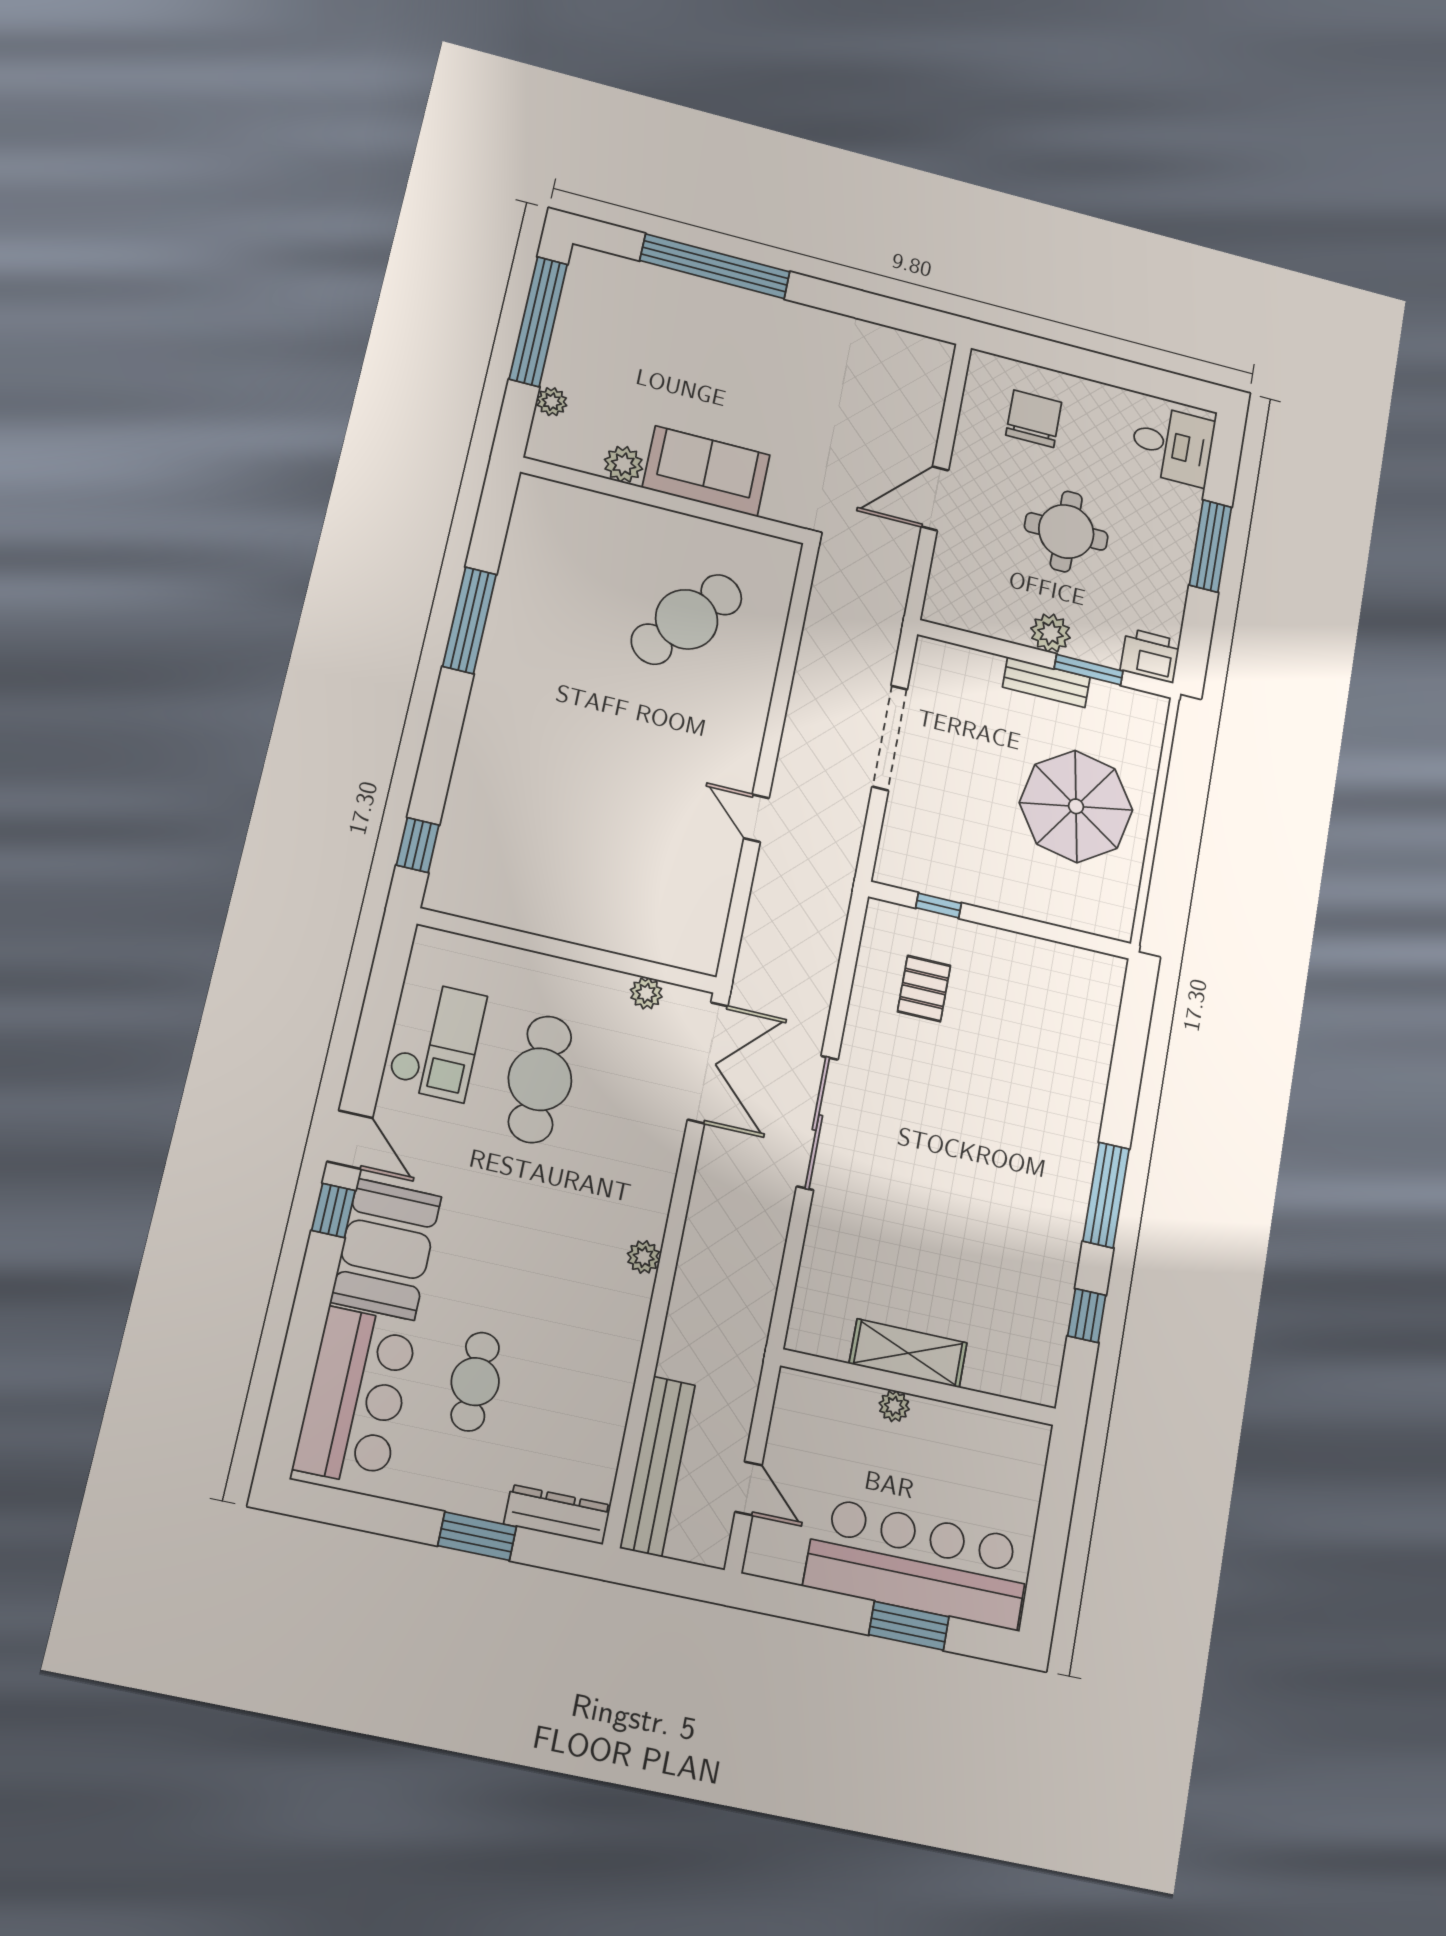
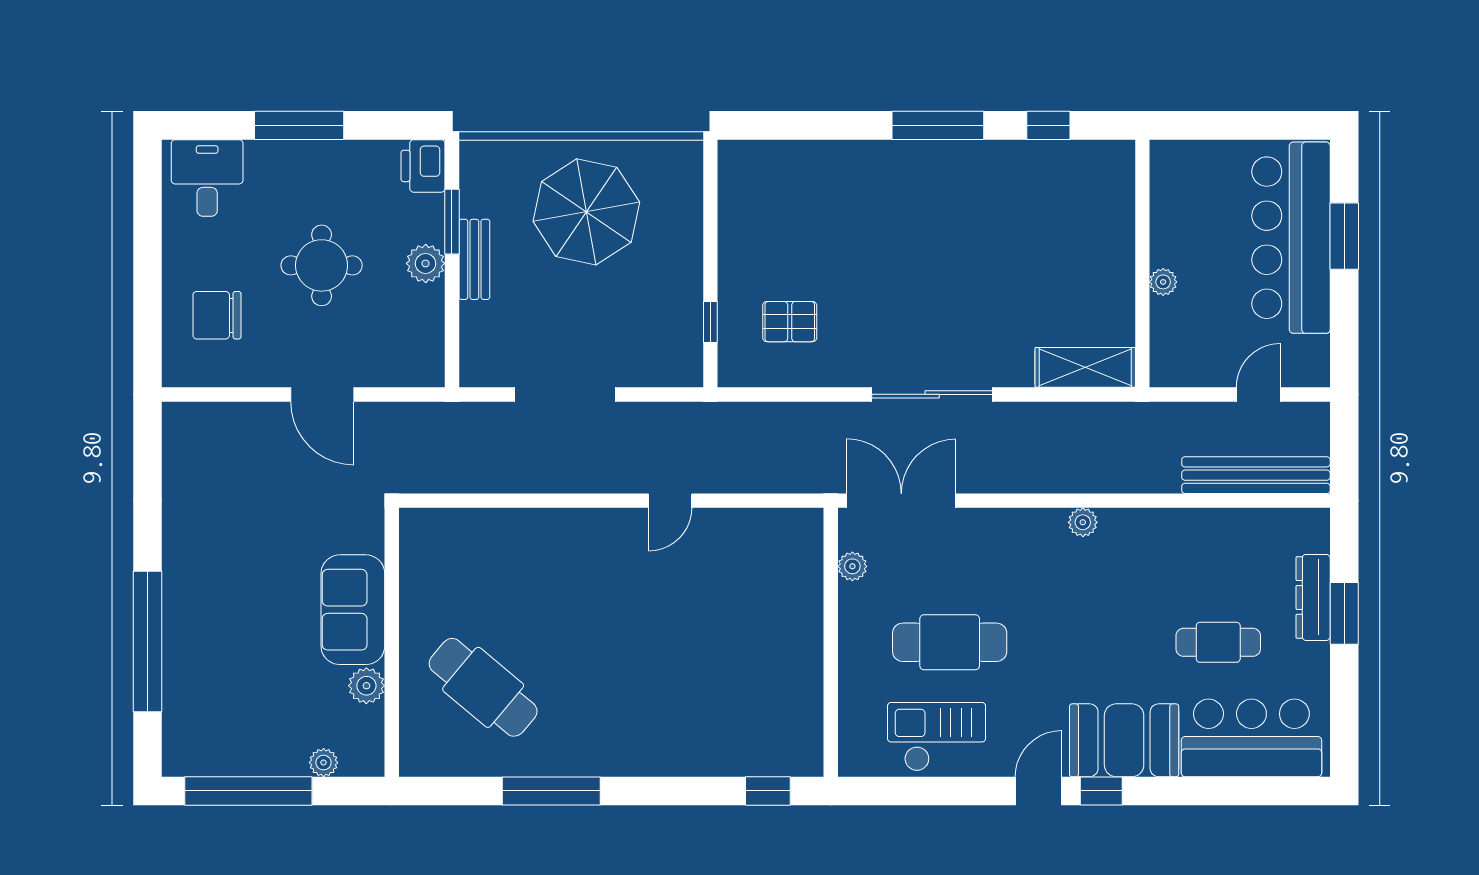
cafe table: (687, 619) -> (483, 687), moved
shelving: (908, 1353) -> (1085, 367), moved, turned 90
dresser: (557, 1515) -> (1313, 597), moved

